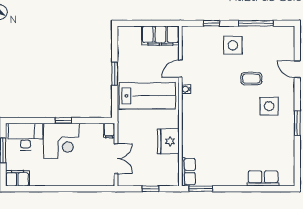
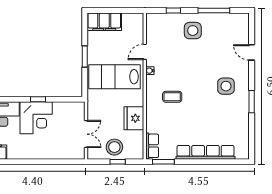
filing cabinet: (160, 36) -> (104, 22), moved
coffee table: (251, 79) -> (172, 97), moved
lab bench: (147, 96) -> (115, 77), turned 180
filing cabinet: (109, 130) -> (80, 108), removed
stool: (147, 173) -> (114, 147), added
row of seats: (263, 179) -> (205, 152), width x2.02

